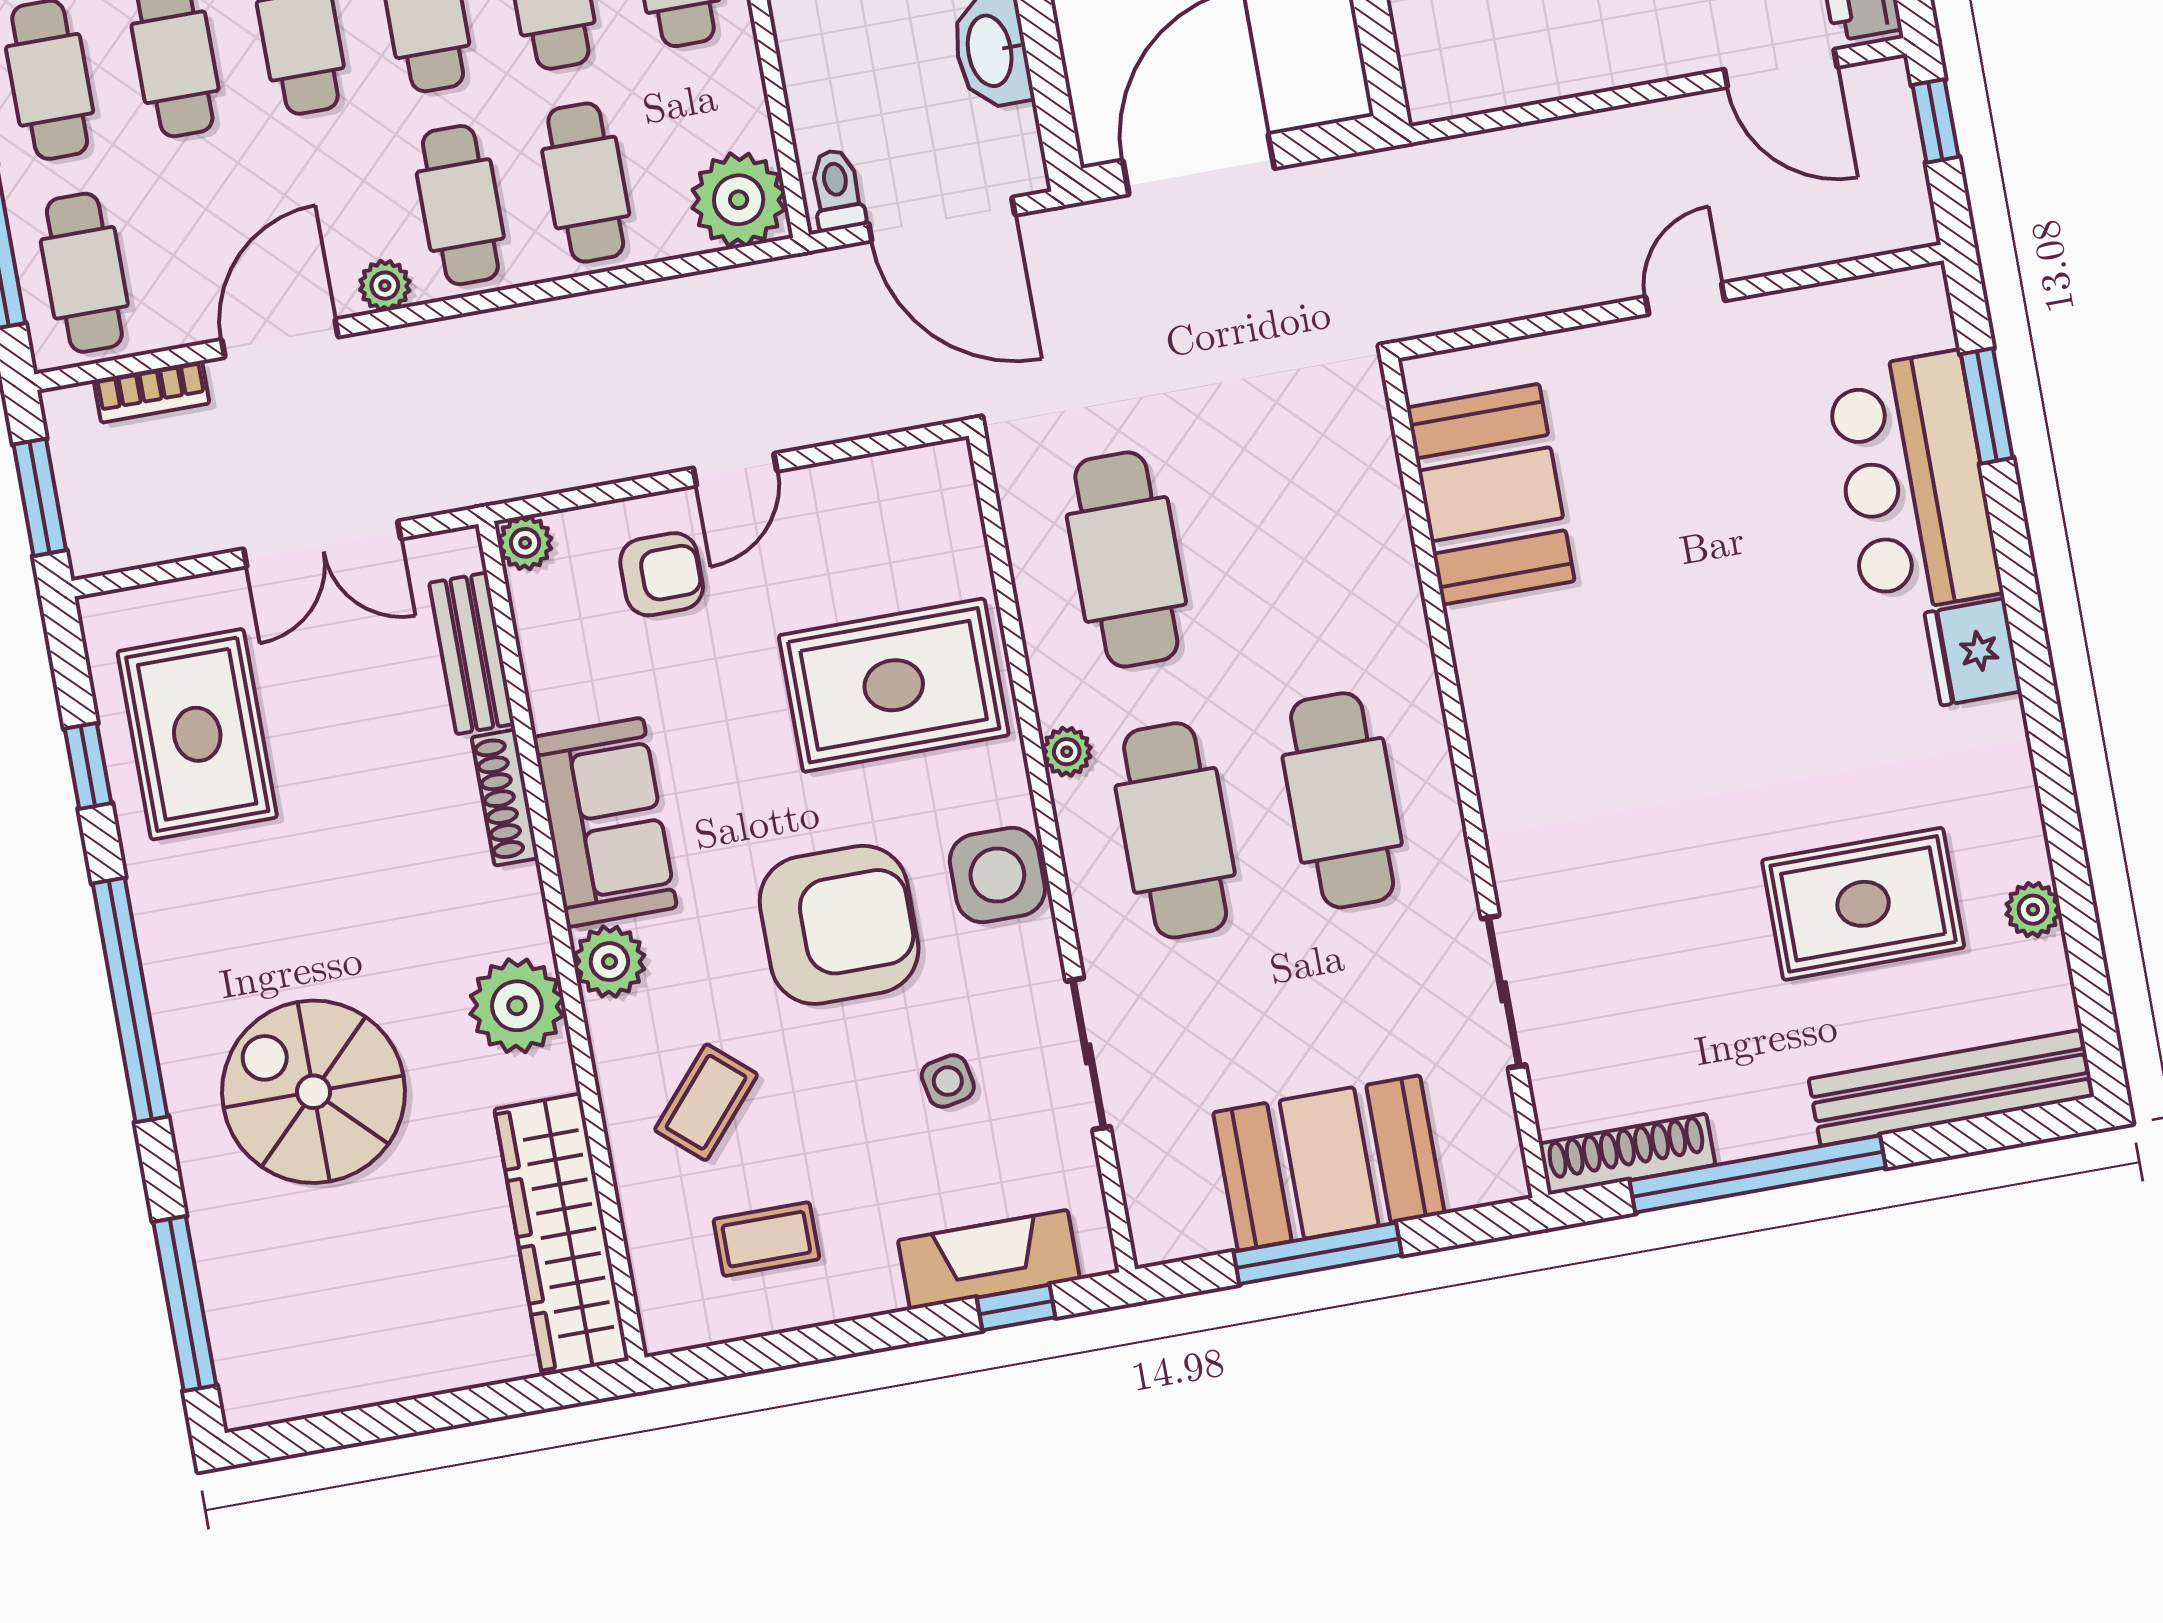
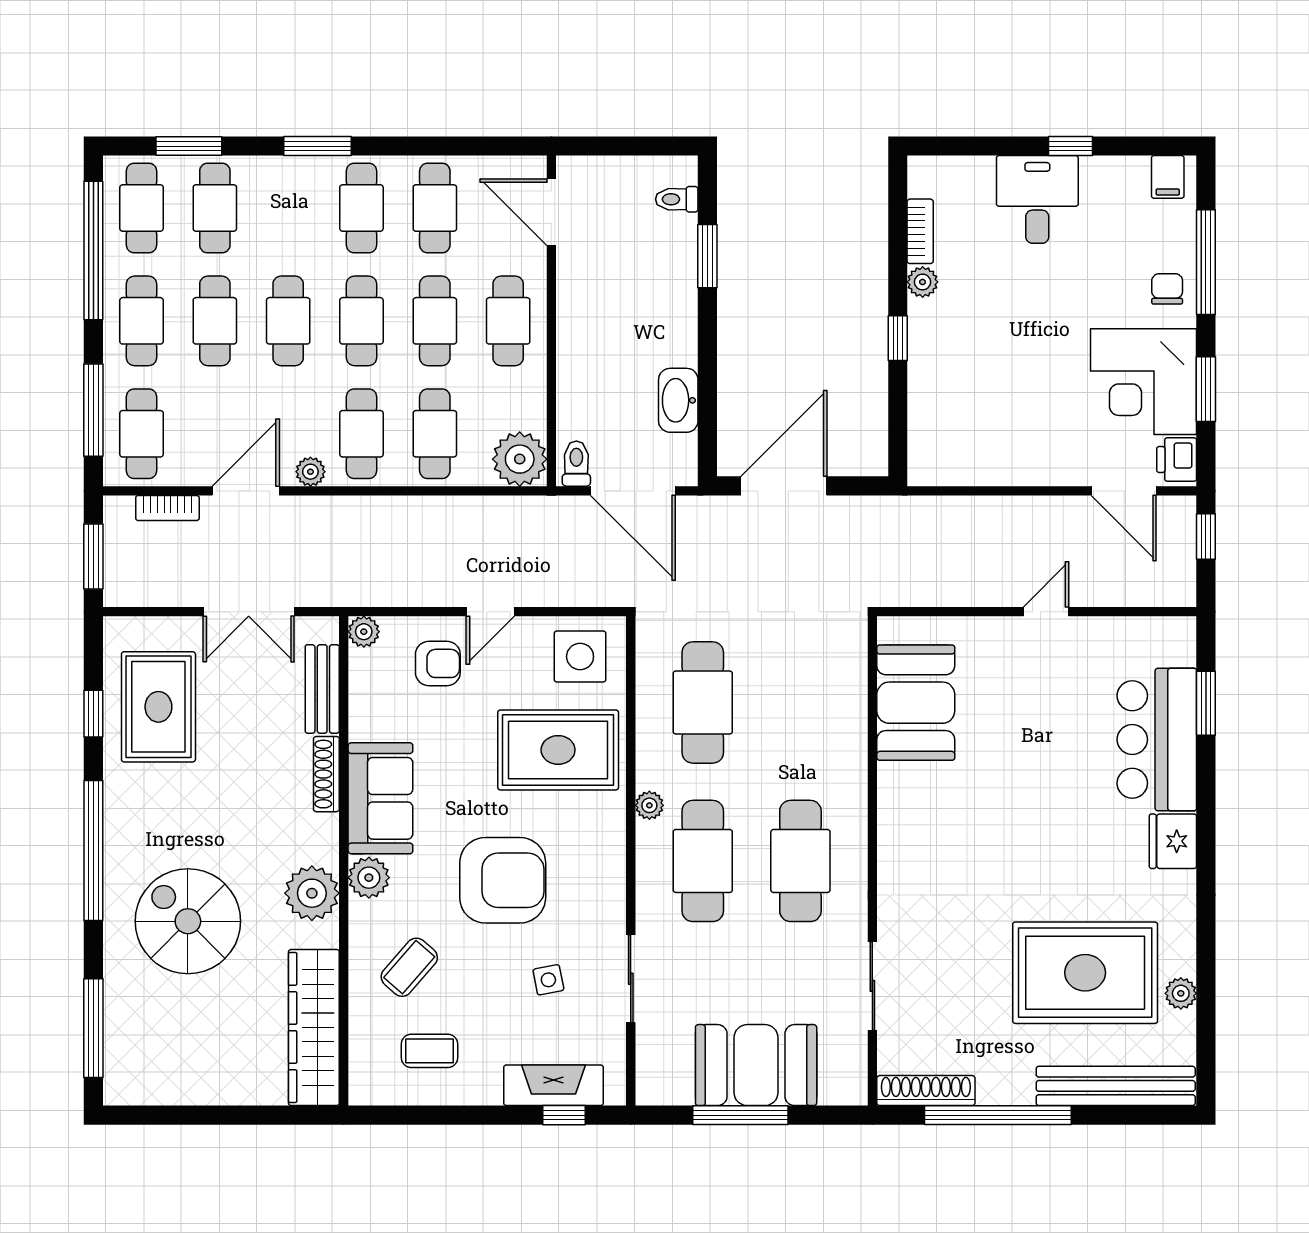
side table: (997, 875) -> (580, 657), moved
rug: (1863, 904) -> (1085, 973), width x1.37, depth x1.44

